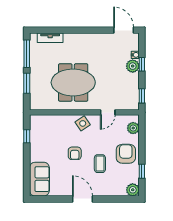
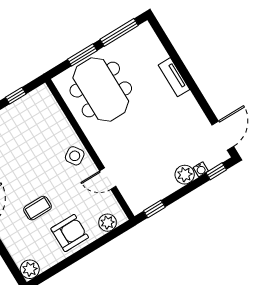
tv unit: (50, 38) -> (174, 77), moved
window: (142, 64) -> (216, 171), moved
meeting table: (73, 82) -> (101, 89), moved
armchair: (75, 153) -> (31, 169), removed
window: (142, 171) -> (60, 267), removed

